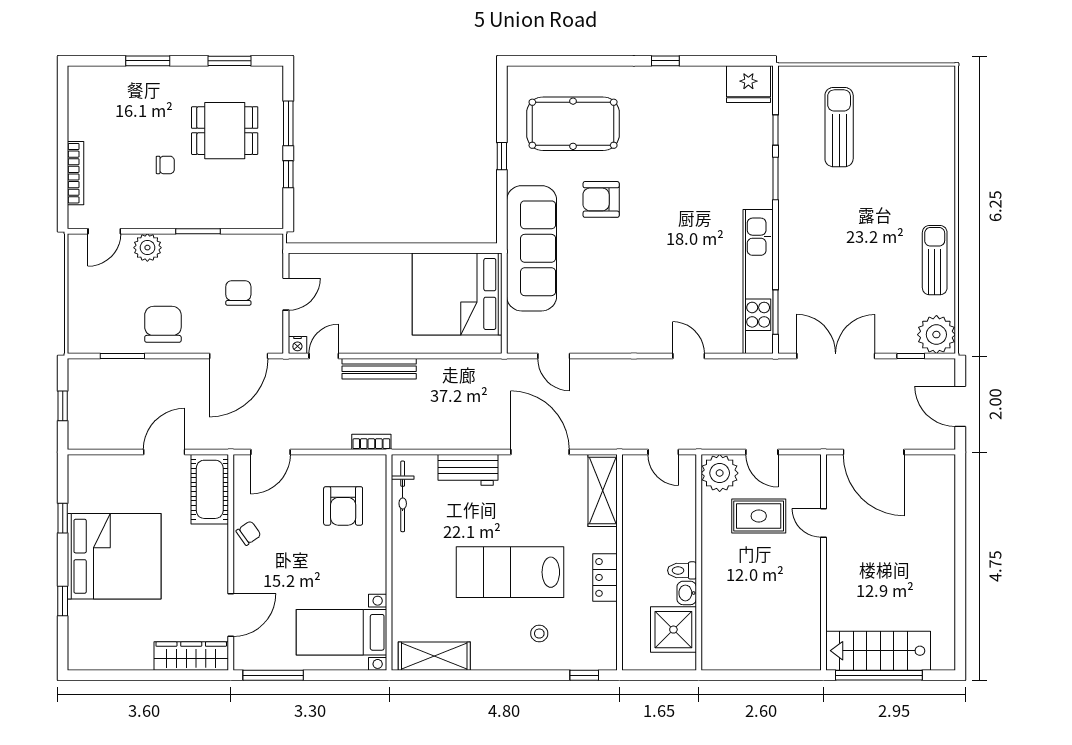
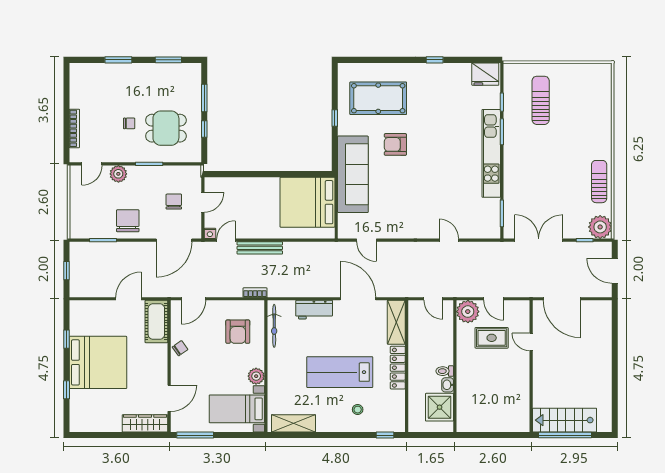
dining table: (225, 131) -> (166, 128), moved
kitchen unit: (758, 281) -> (491, 153), moved
locker: (605, 577) -> (398, 368), width x1.53
plant: (373, 579) -> (256, 376), added

